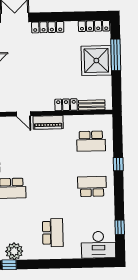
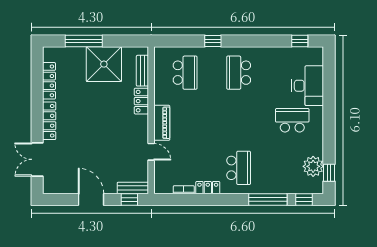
locker: (94, 26) -> (49, 81), moved
shower: (96, 61) -> (104, 64), moved
door: (23, 114) -> (151, 152), hinge flipped
window: (120, 227) -> (300, 41), moved
desk: (98, 245) -> (308, 86), moved

